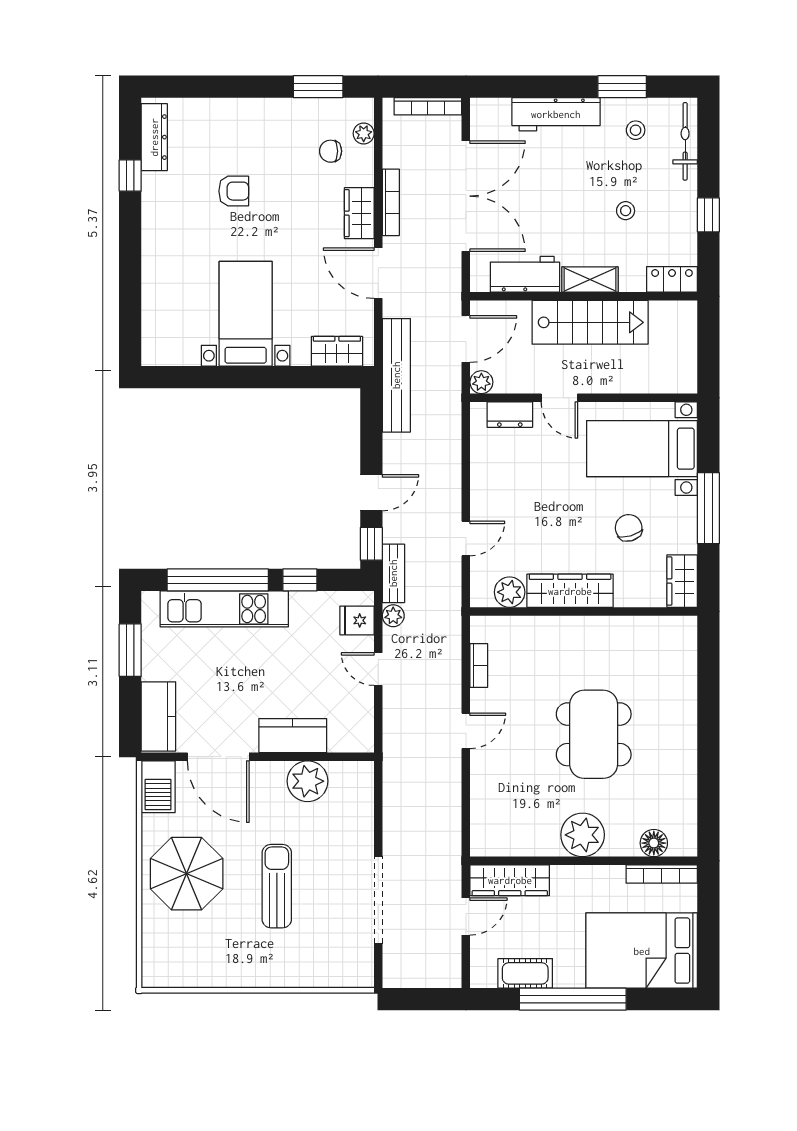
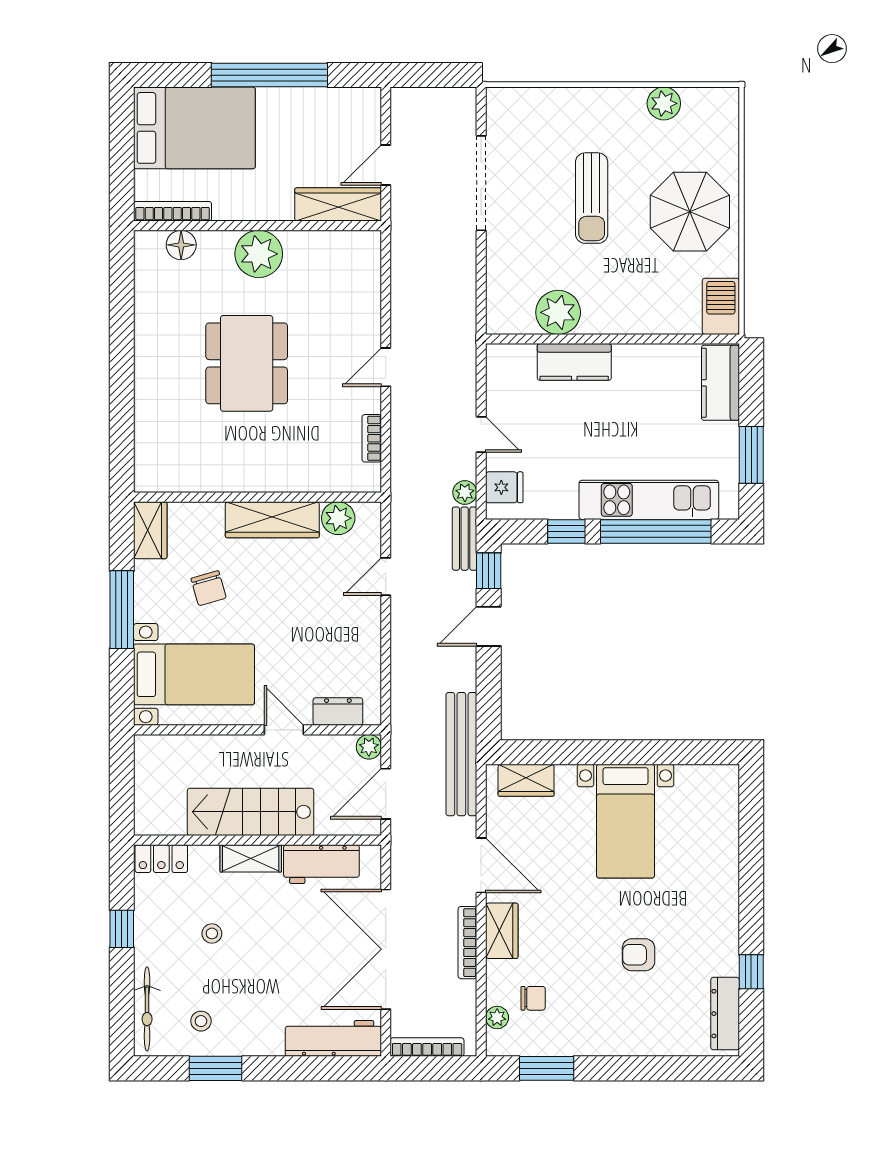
workbench: (556, 114) -> (333, 1038), moved
door: (218, 757) -> (655, 339), removed
plant: (210, 973) -> (664, 103), added
cot: (525, 973) -> (321, 103), removed

